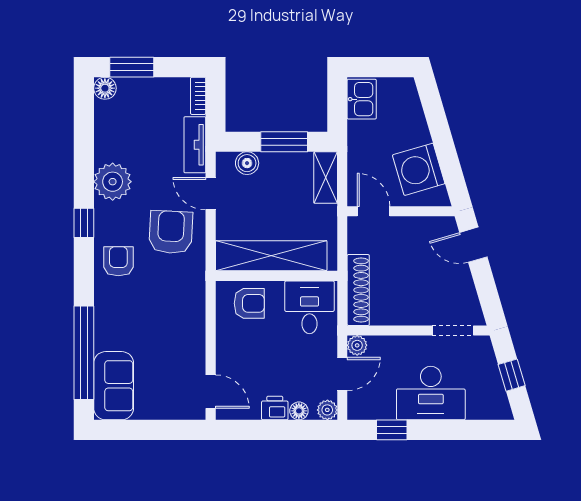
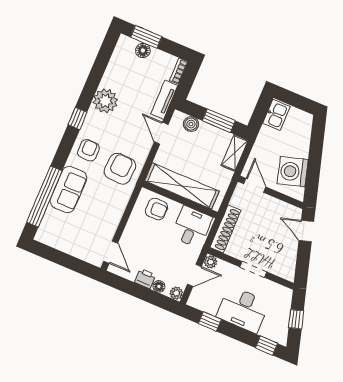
floor lamp: (105, 88) -> (143, 50), moved
armchair: (171, 232) -> (120, 169), moved
doorway: (453, 331) -> (253, 269), moved
sofa: (114, 386) -> (68, 189), moved
window: (486, 430) -> (266, 346), added

